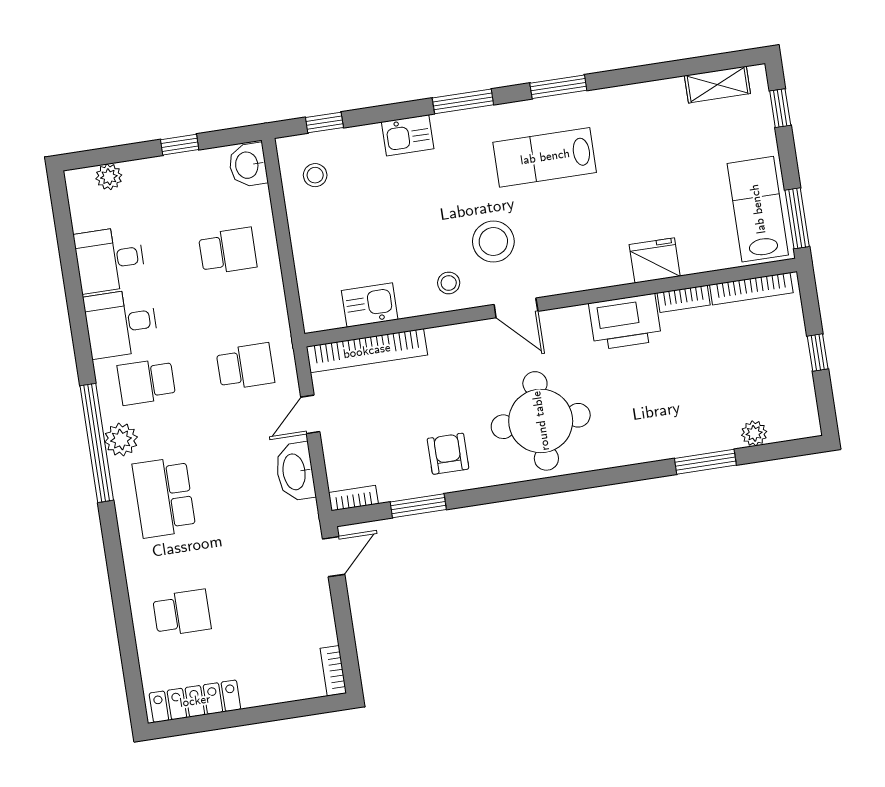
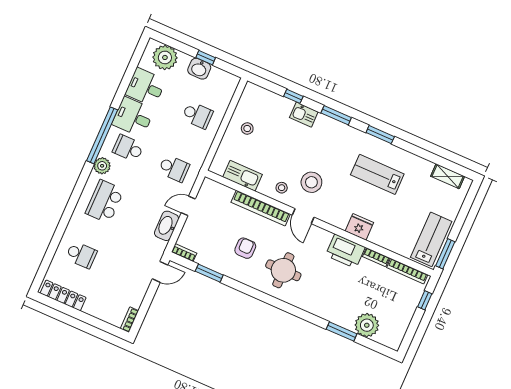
window: (780, 108) -> (468, 203), removed
window: (324, 122) -> (293, 96), moved
lab bench: (545, 157) -> (377, 174), moved
washbasin: (248, 165) -> (199, 69), moved, turned -90
stool: (315, 175) -> (247, 128), moved
plant: (109, 177) -> (165, 57), width x1.88, depth x1.88
fridge: (655, 260) -> (359, 227), moved
kitchen sink: (370, 305) -> (243, 176), width x1.38
bookcase: (367, 351) -> (261, 208), moved
window: (818, 353) -> (425, 300), moved
round table: (541, 421) -> (283, 270), width x0.73, depth x0.73
plant: (754, 433) -> (367, 325), width x1.87, depth x1.87
window: (97, 443) -> (102, 135), moved
armchair: (448, 454) -> (245, 248), moved

